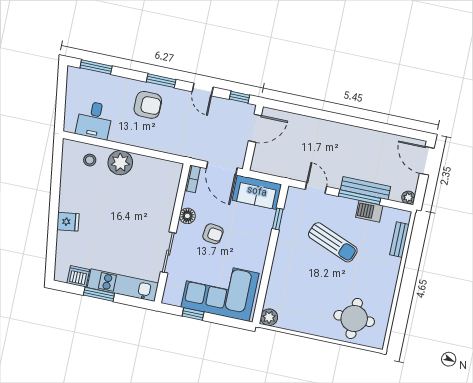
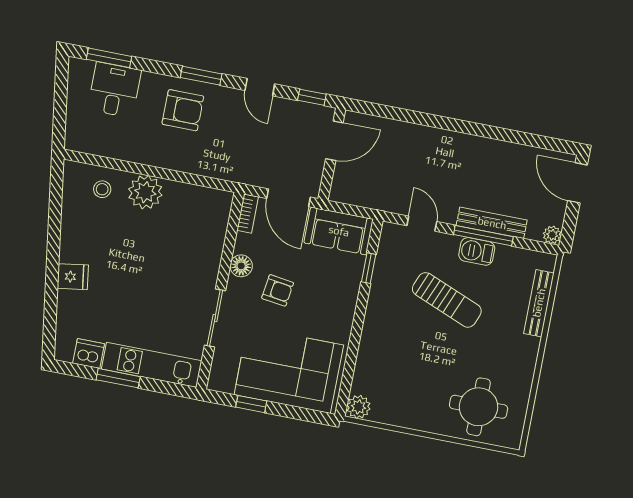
desk: (94, 120) -> (114, 90), moved, turned 180
barbecue: (369, 211) -> (477, 251), moved
bench: (399, 240) -> (539, 303), width x1.36

